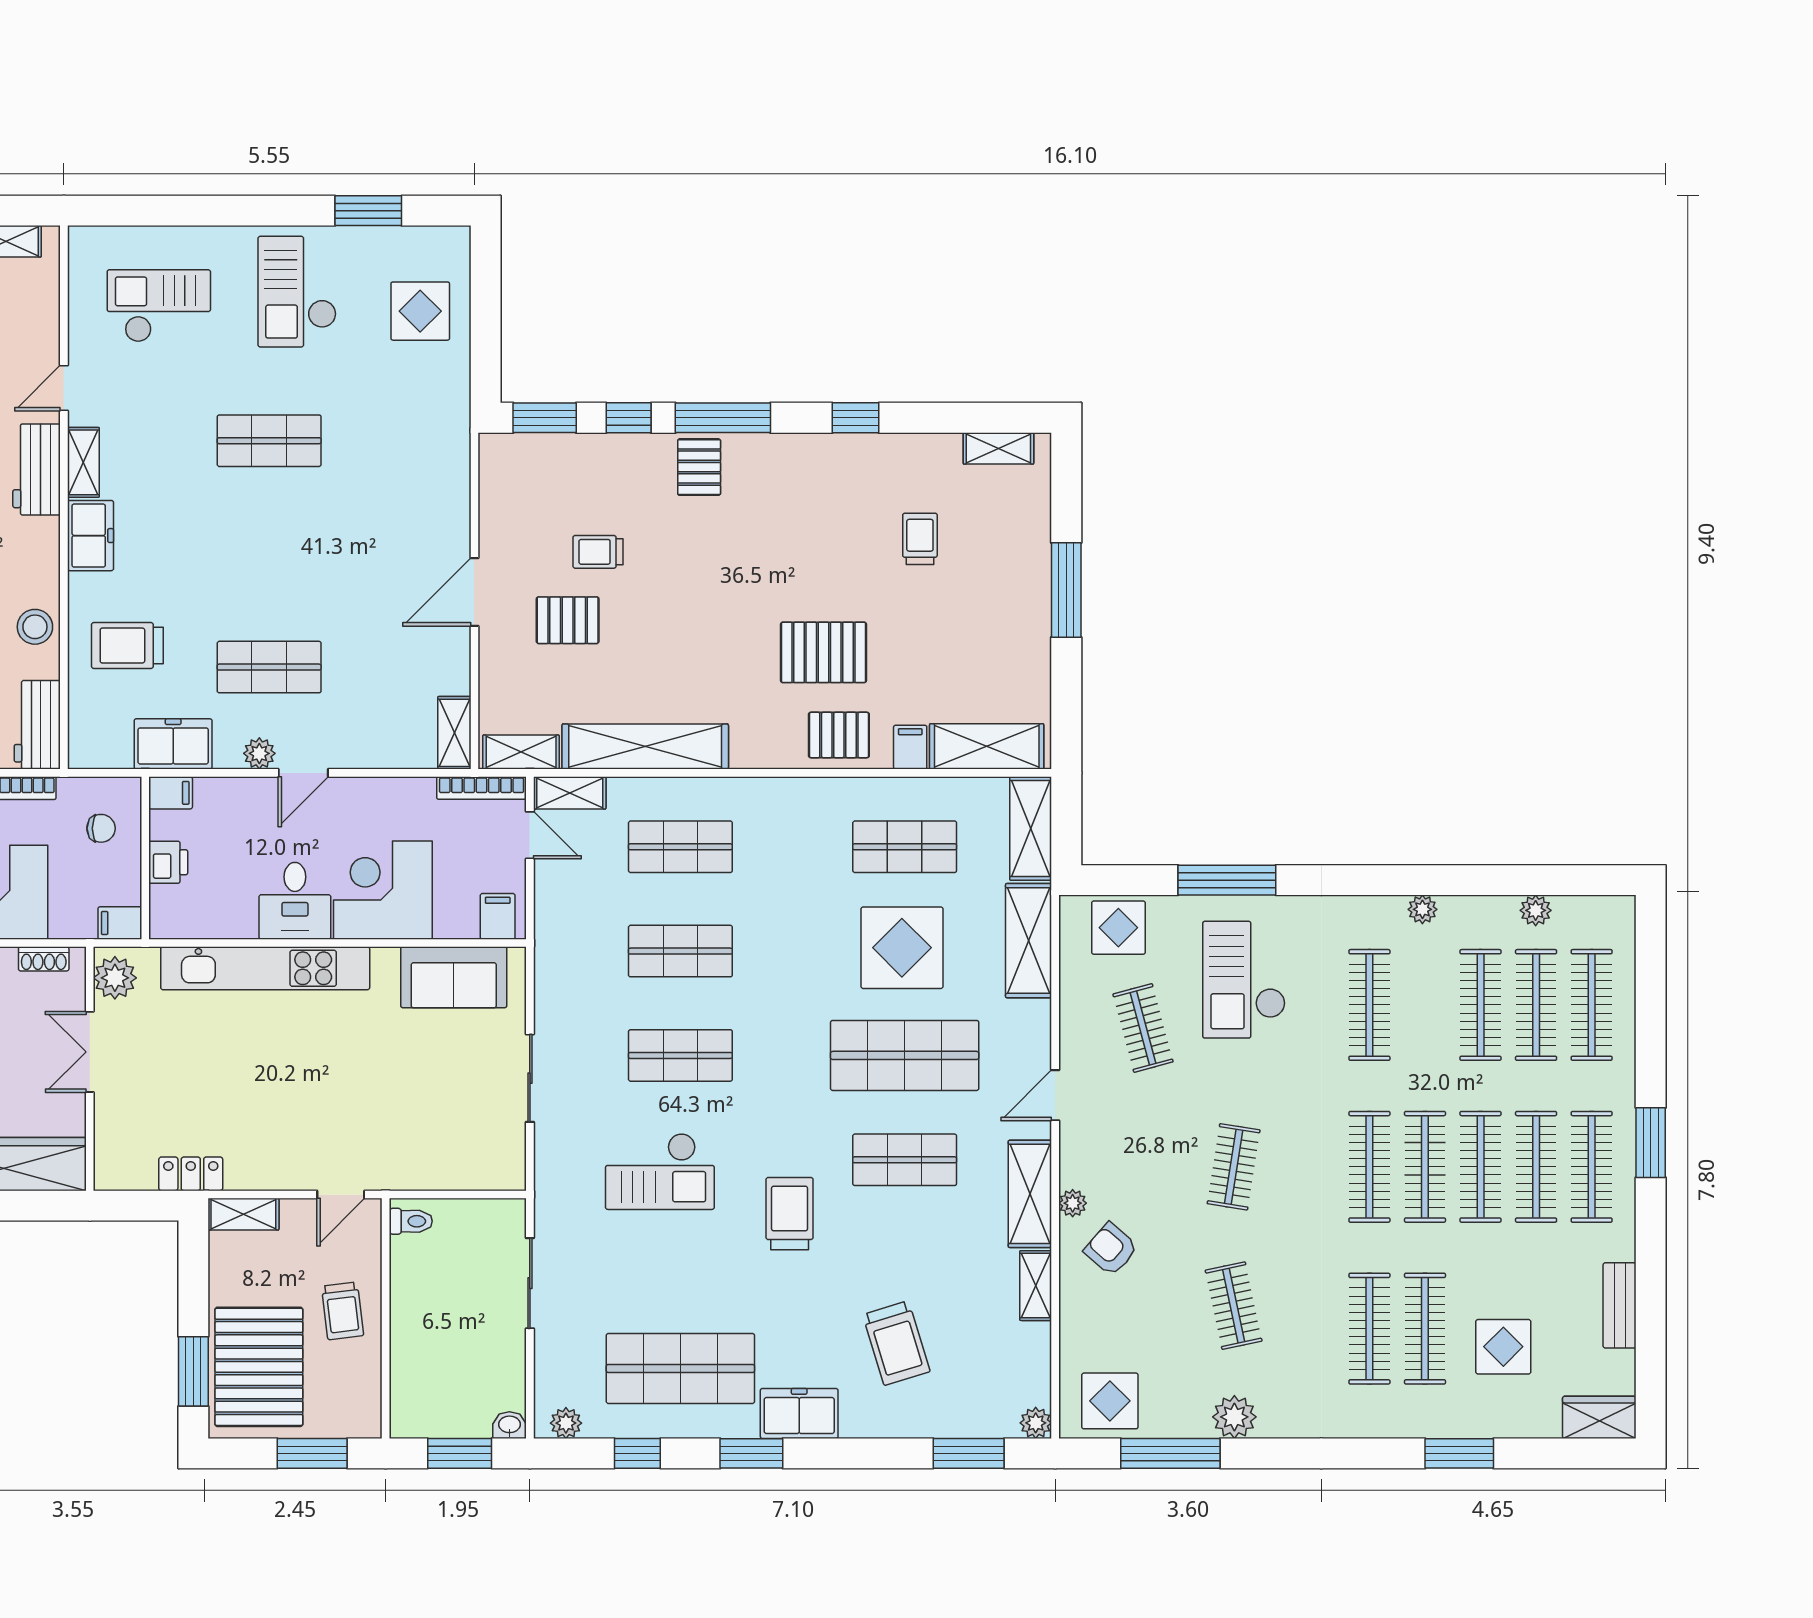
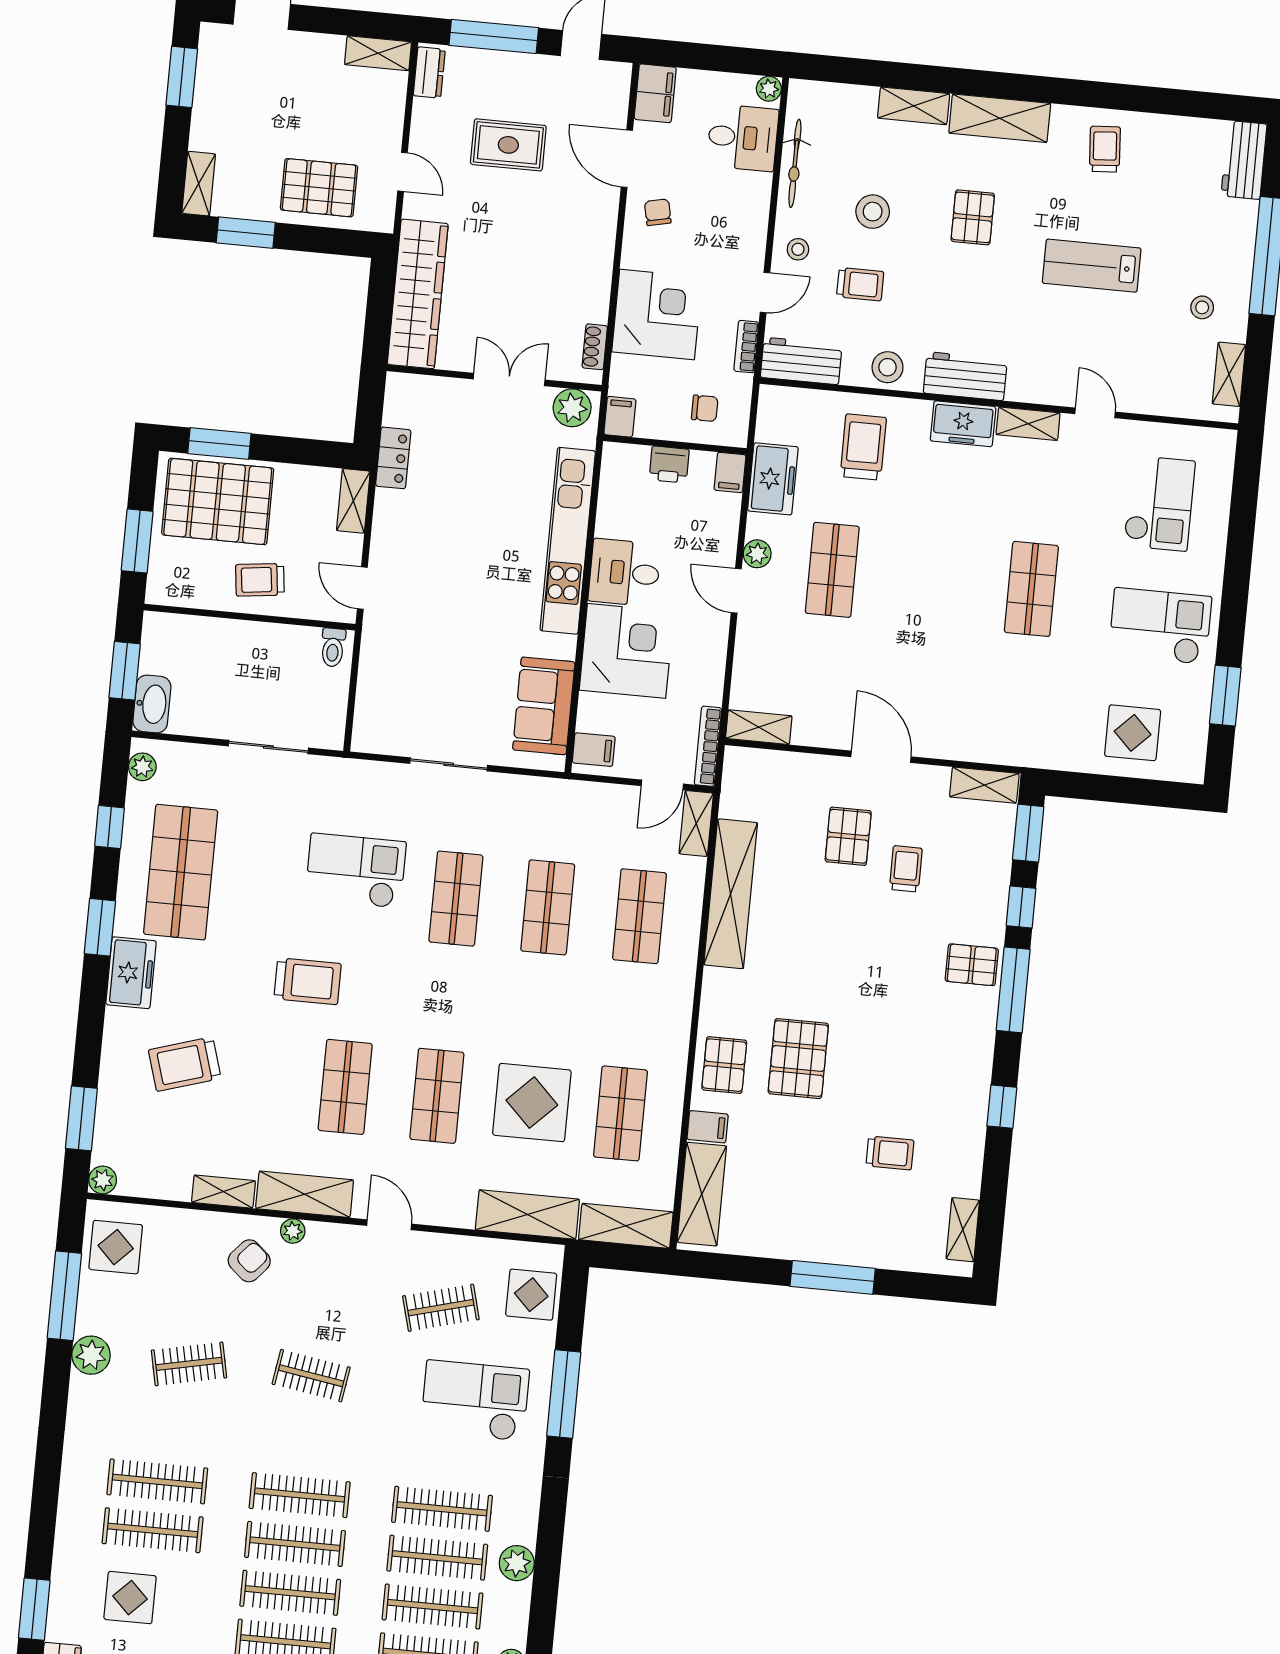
workbench: (37, 469) -> (965, 376), moved
shelving: (521, 752) -> (984, 785), moved, turned 90
chair: (101, 828) -> (705, 408), turned -90
plant: (1422, 909) -> (517, 1563), width x1.38, depth x1.38
clothes rail: (1425, 1005) -> (437, 1558), added
shop shelf: (905, 1055) -> (437, 1096), width x0.70, depth x0.74
checkout: (660, 1171) -> (356, 871), turned 90
washbasin: (509, 1425) -> (152, 704), width x1.91, depth x1.45
window: (1459, 1453) -> (34, 1609), moved

